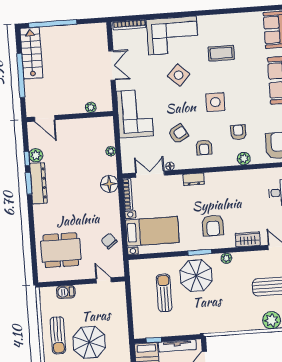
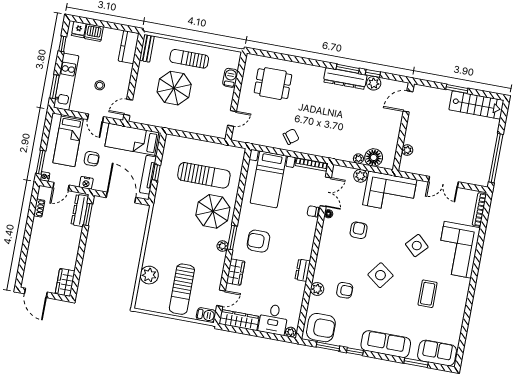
window: (53, 24) -> (496, 158), moved
window: (21, 75) -> (457, 89), width x0.47
side table: (215, 102) -> (380, 275), turned 37
armchair: (178, 134) -> (359, 230), turned -150
plant: (127, 145) -> (360, 176), added
armchair: (204, 147) -> (338, 252), removed
dresser: (194, 179) -> (303, 270), moved
chair: (172, 181) -> (313, 211), added
floor lamp: (109, 184) -> (374, 157), moved
chair: (109, 241) -> (291, 137), moved
dining table: (61, 250) -> (273, 84), width x0.73
window: (200, 252) -> (232, 238), moved
sun lounger: (164, 293) -> (204, 175), width x1.36, depth x1.34
window: (154, 340) -> (156, 172), moved

